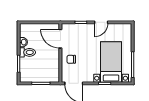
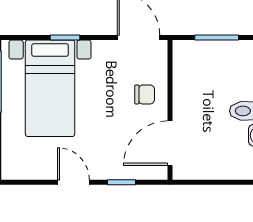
door: (101, 22) -> (73, 182), hinge flipped
door: (60, 39) -> (170, 143), swing flipped

